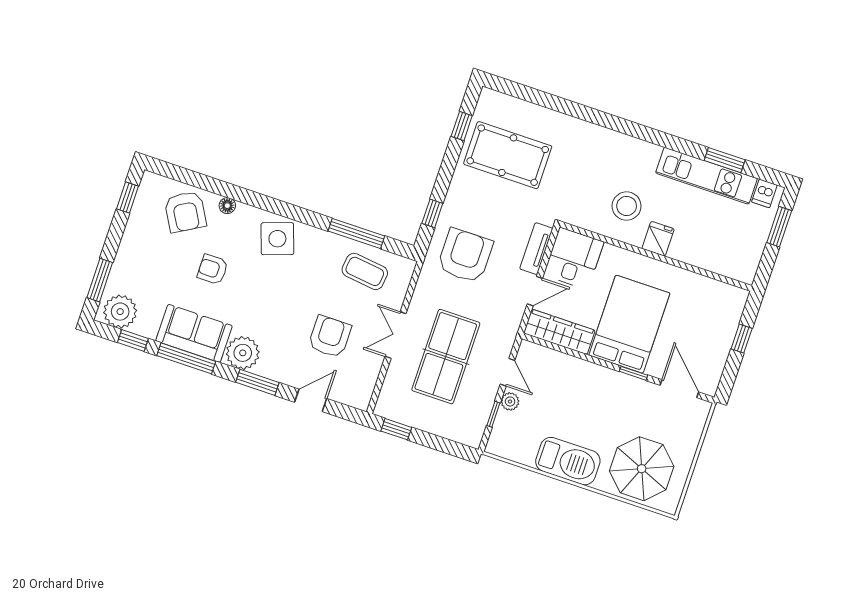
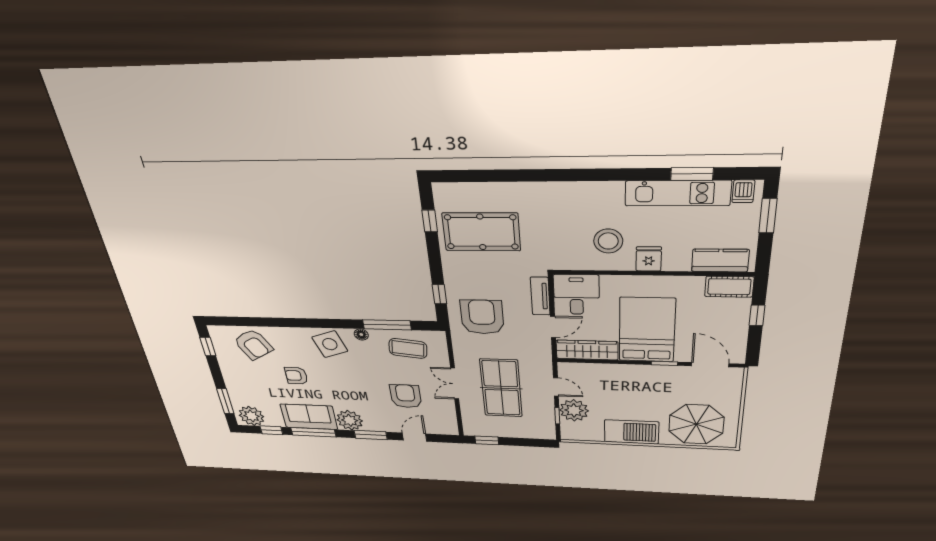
floor lamp: (227, 206) -> (361, 334), moved
kitchen counter: (724, 262) -> (720, 260), added
cot: (724, 296) -> (729, 287), added
plant: (510, 401) -> (574, 410), width x1.87, depth x1.87

